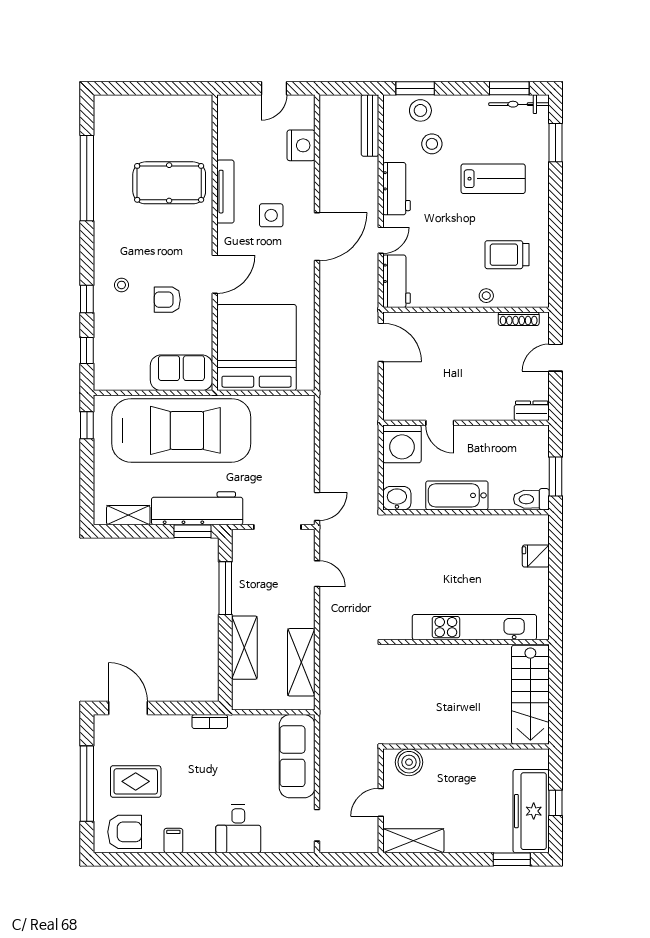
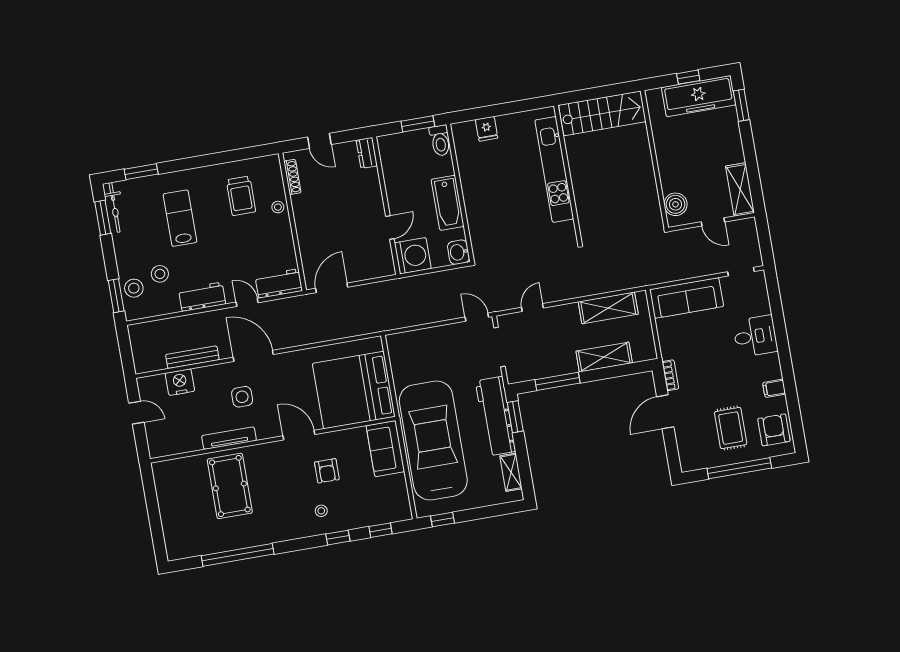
bench: (370, 126) -> (192, 357), moved
door: (128, 708) -> (665, 412), moved

